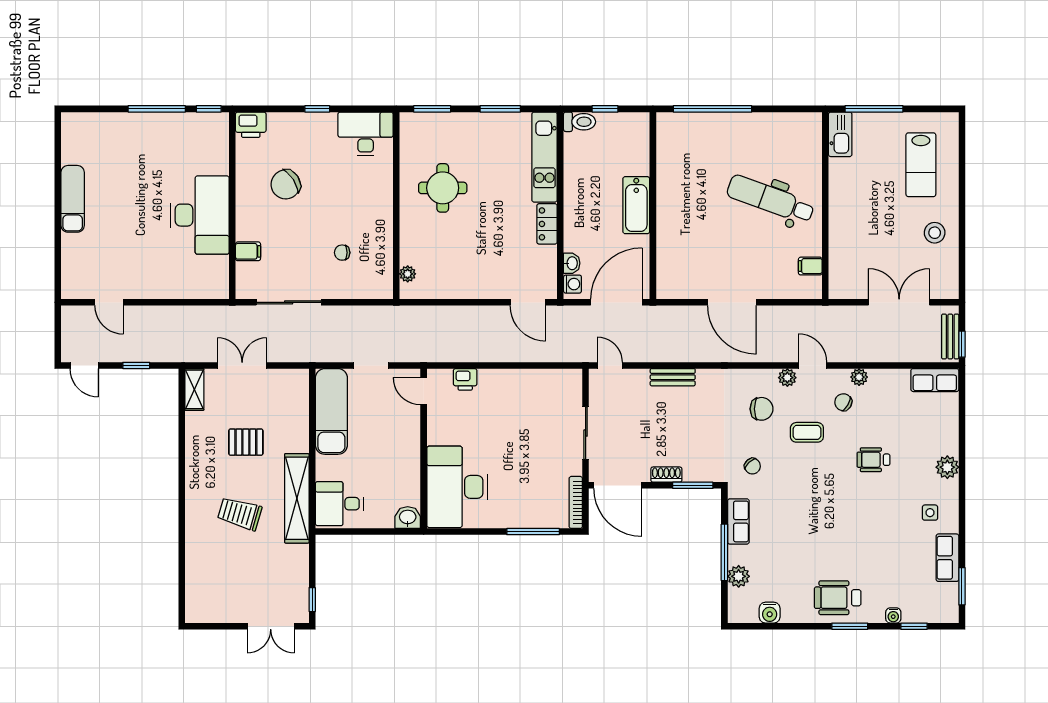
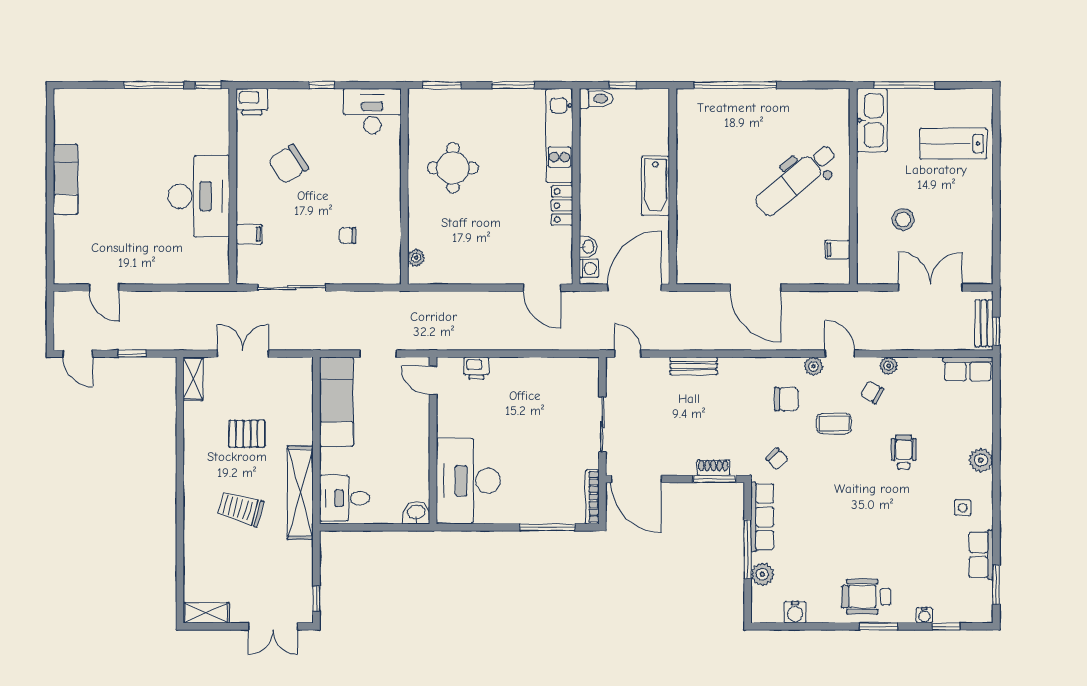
kitchen sink: (840, 134) -> (872, 120), width x1.36, depth x1.24
lab bench: (921, 165) -> (953, 144), turned 90
dental chair: (770, 199) -> (796, 180), turned -60
stool: (935, 233) -> (903, 220), moved
wheelchair: (873, 460) -> (904, 452), turned 90
shoe rack: (666, 475) -> (713, 468), moved
row of seats: (738, 521) -> (762, 517), width x1.48
shelving: (207, 613) -> (206, 613), added

